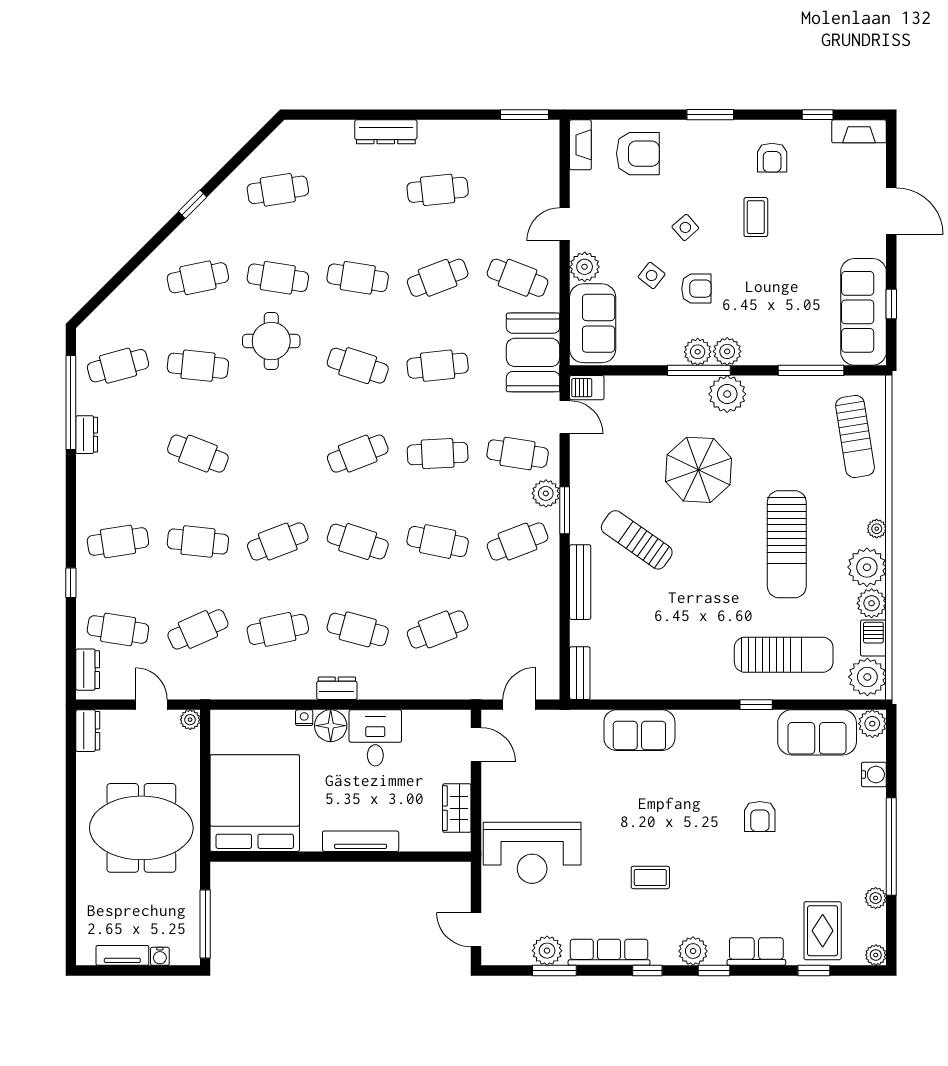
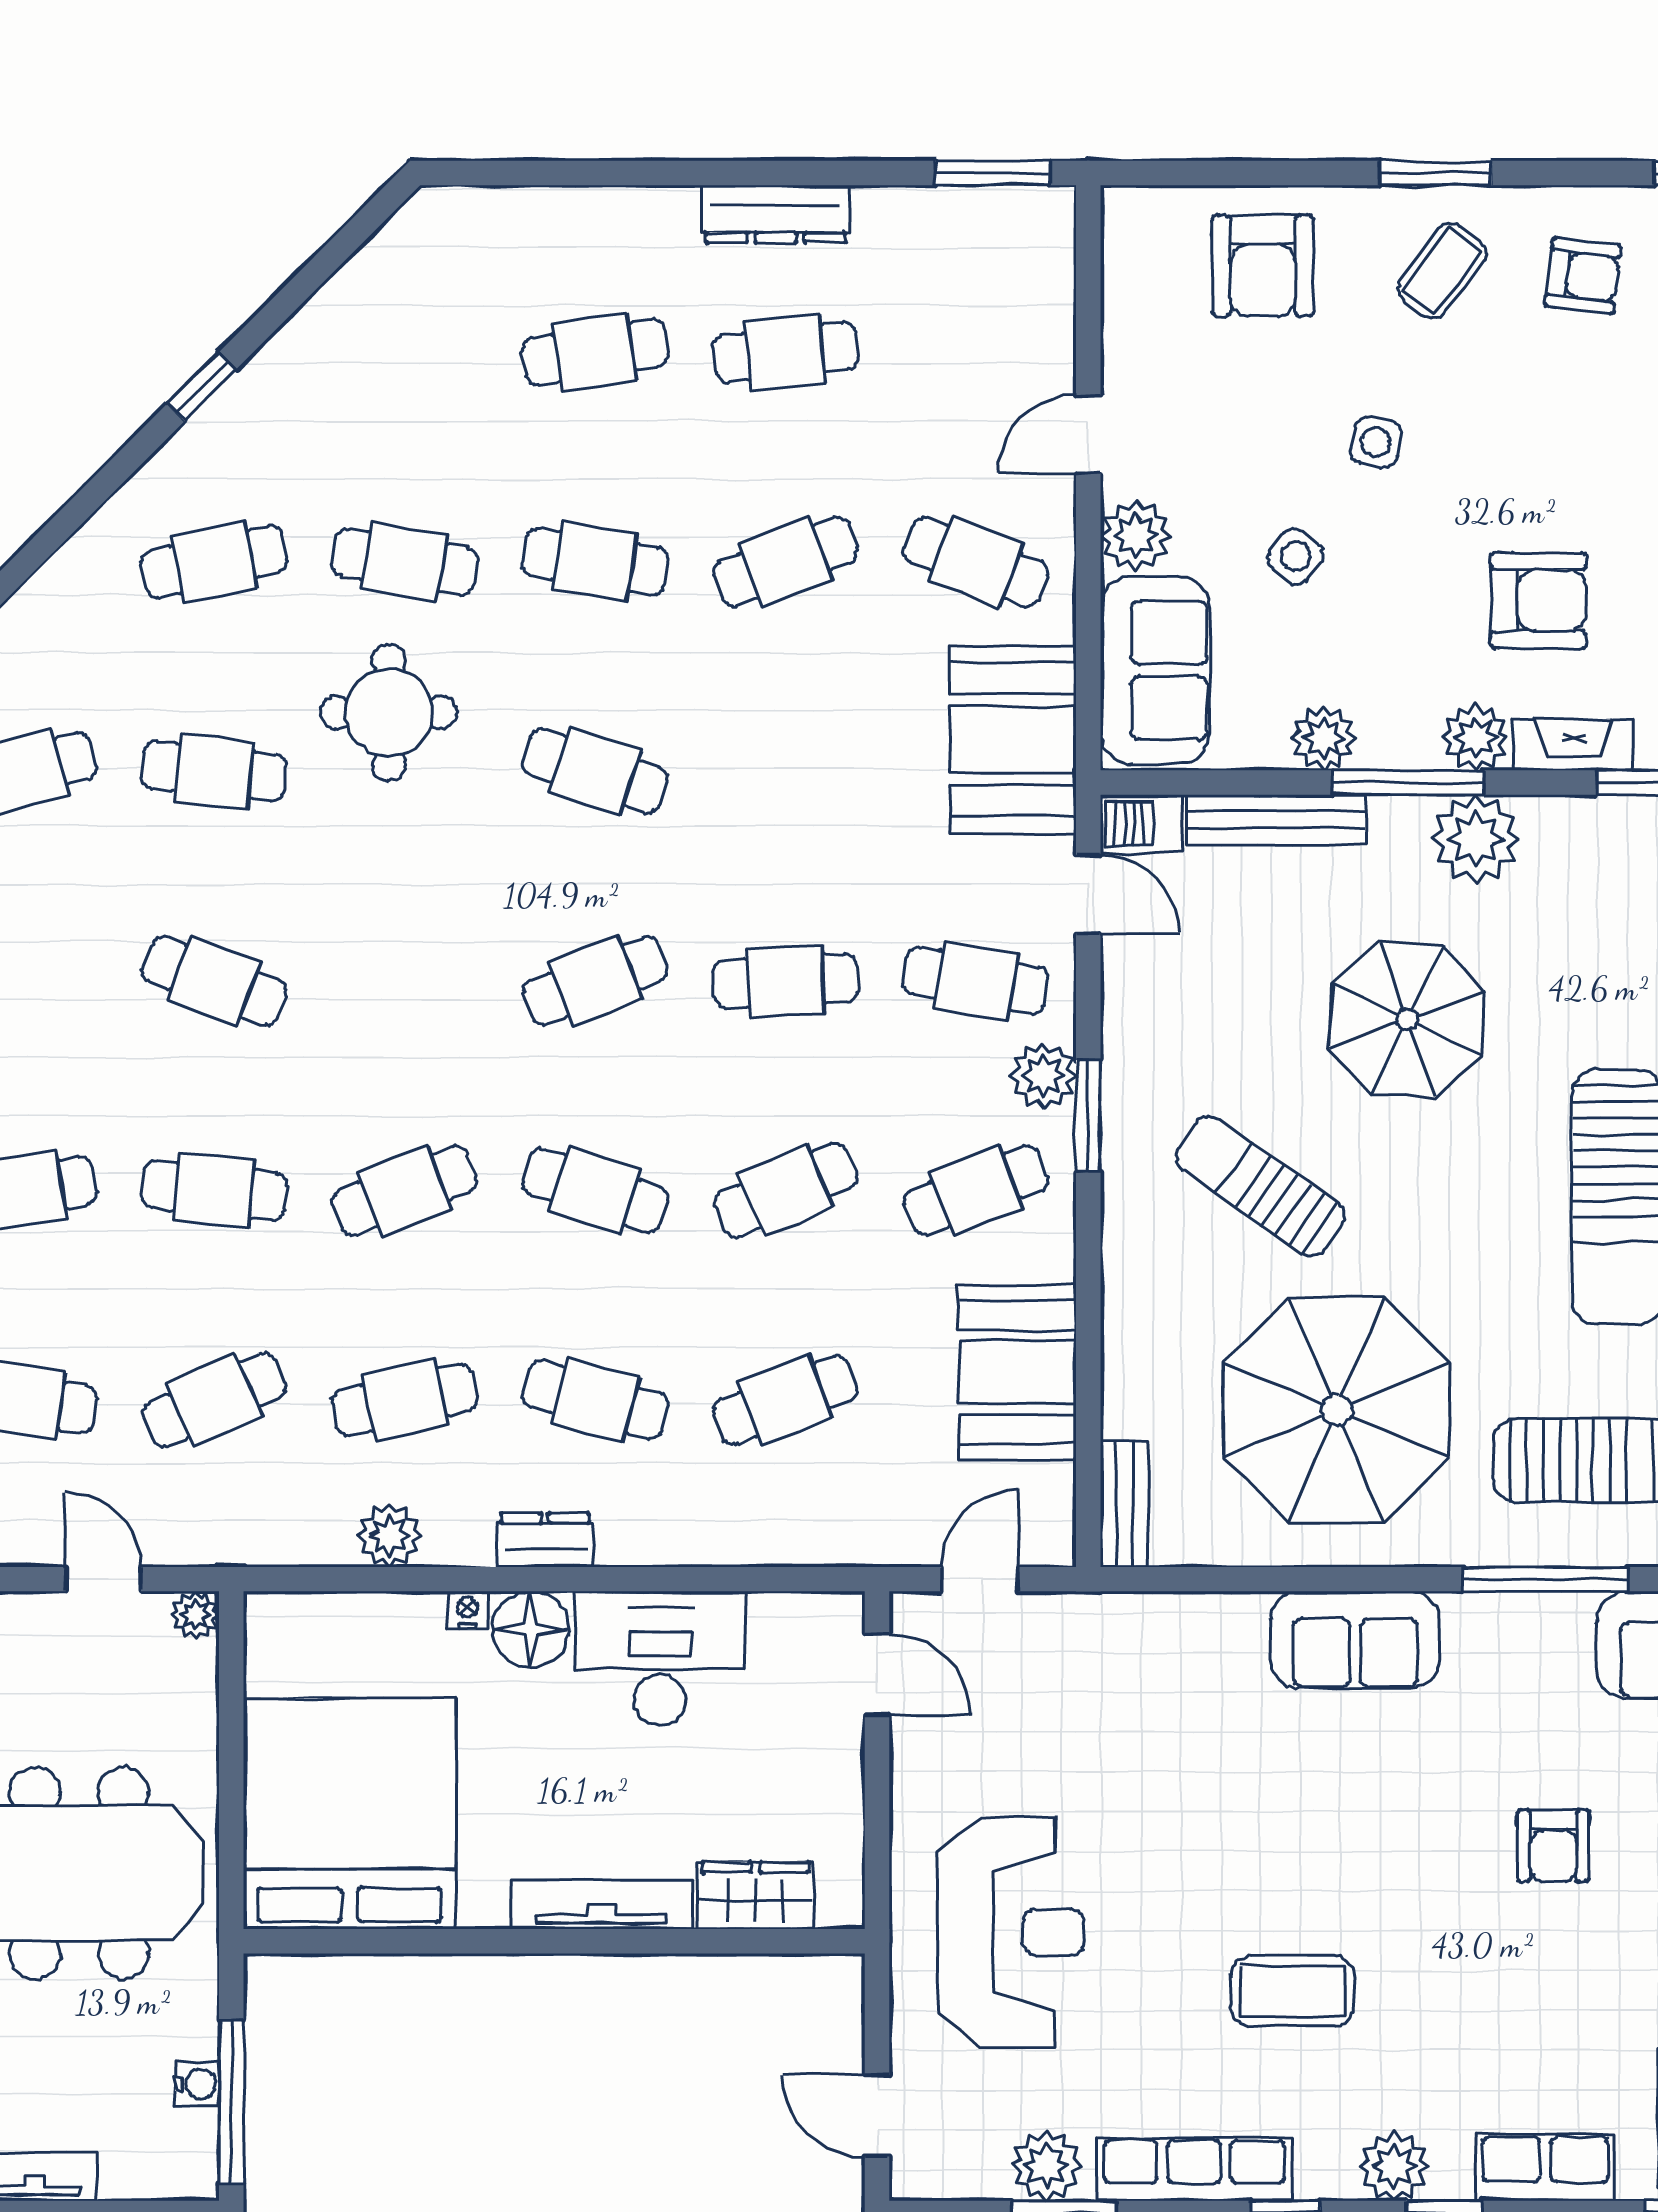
dresser: (386, 132) -> (776, 214), moved
fireplace: (580, 145) -> (1573, 745), moved, turned -90
armchair: (638, 154) -> (1263, 266), turned 90
armchair: (772, 158) -> (1583, 276), turned -83
cafe table: (278, 190) -> (595, 352), moved
coffee table: (756, 217) -> (1442, 271), moved, turned 37
side table: (685, 227) -> (1376, 442), turned -38
armchair: (696, 289) -> (1538, 600), moved, width x1.38, depth x1.38
plant: (698, 352) -> (1323, 738), moved
cafe table: (438, 366) -> (786, 771), removed
cafe table: (438, 542) -> (786, 1190), turned -36
bench: (580, 582) -> (1276, 820), moved, turned 90
booth: (535, 618) -> (1017, 1372), added
parasol: (669, 634) -> (1337, 1410), added
plant: (272, 686) -> (390, 1535), added
window: (756, 705) -> (1545, 1579), width x2.17
sofa: (639, 730) -> (1355, 1640), moved
desk: (375, 738) -> (660, 1658), width x1.37
wardrobe: (457, 808) -> (755, 1895), moved, turned 90
reception desk: (532, 853) -> (1011, 1932), turned -90
coffee table: (650, 877) -> (1292, 1991), width x1.36, depth x1.30
water cooler: (160, 956) -> (197, 2084), moved, turned -90

